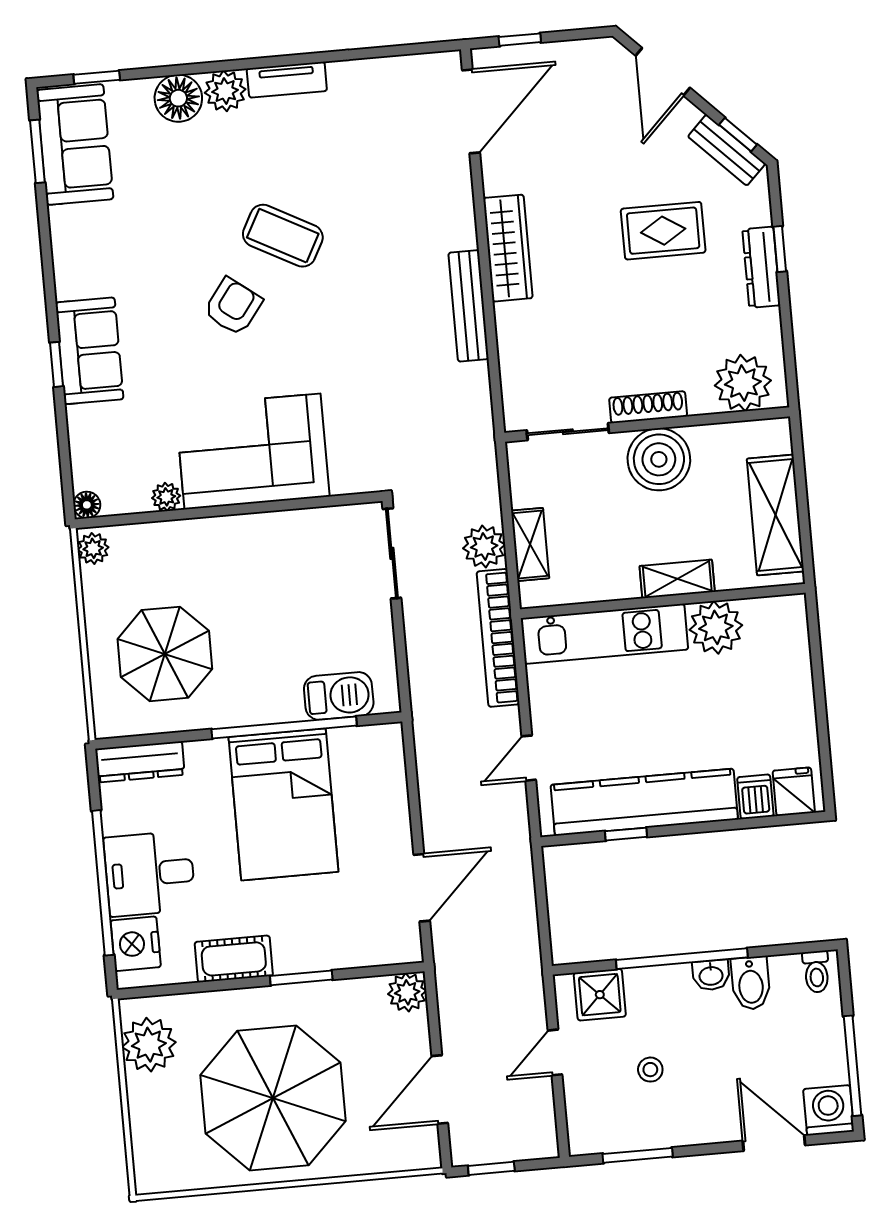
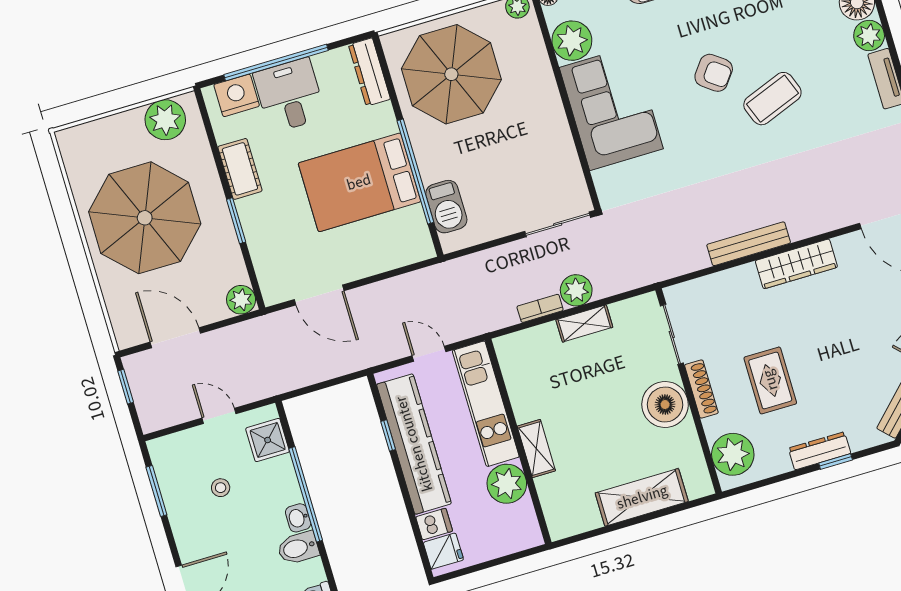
rug: (663, 231) -> (770, 380), moved
coffee table: (283, 236) -> (772, 99), turned 41
plant: (166, 497) -> (572, 41), width x1.88, depth x1.88
shelving: (677, 579) -> (536, 449), moved
wall: (663, 601) -> (518, 441), moved
plant: (716, 627) -> (507, 484), moved
kitchen unit: (604, 634) -> (486, 404), moved
bookcase: (498, 638) -> (540, 308), width x0.43, depth x0.76
parasol: (165, 654) -> (451, 74), width x1.36, depth x1.36

